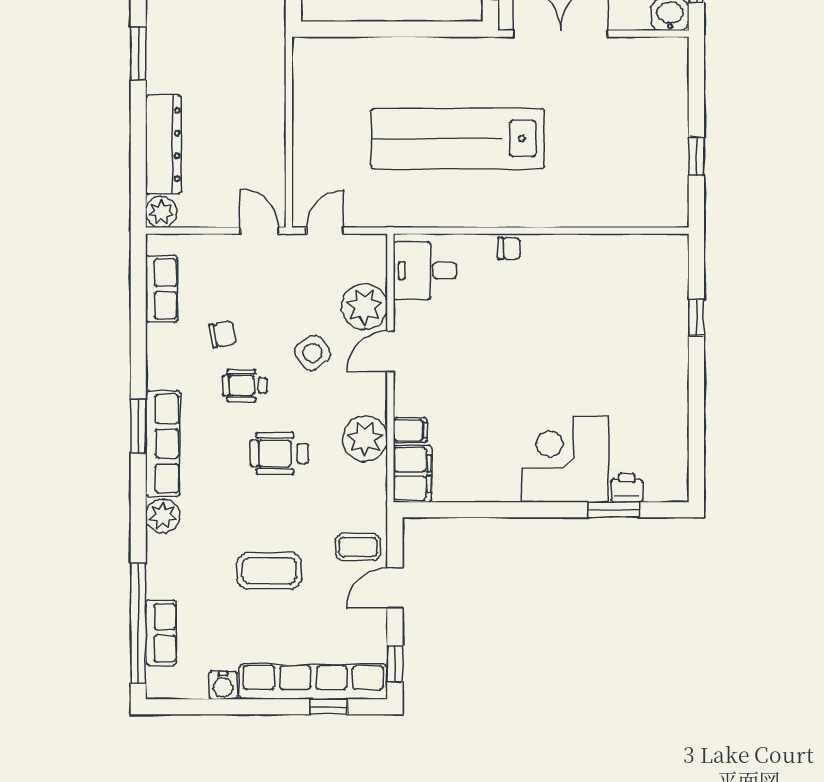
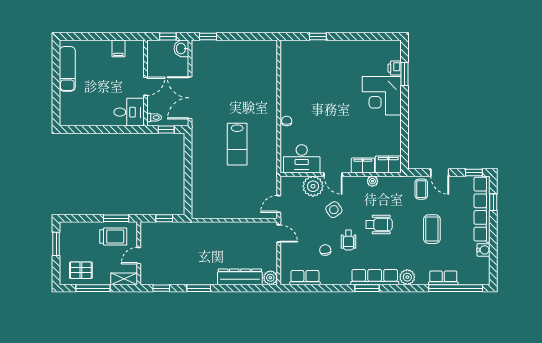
lab bench: (458, 138) -> (237, 144), width x0.54, depth x0.72
window: (696, 156) -> (208, 37), moved
door: (259, 231) -> (279, 234), swing flipped
door: (325, 231) -> (279, 204), hinge flipped
desk: (425, 271) -> (302, 159), width x1.37
filing cabinet: (410, 430) -> (363, 166), width x2.00
plant: (365, 439) -> (372, 181), width x0.53, depth x0.53
wheelchair: (279, 453) -> (379, 224), turned -90
row of seats: (161, 633) -> (443, 278), moved

